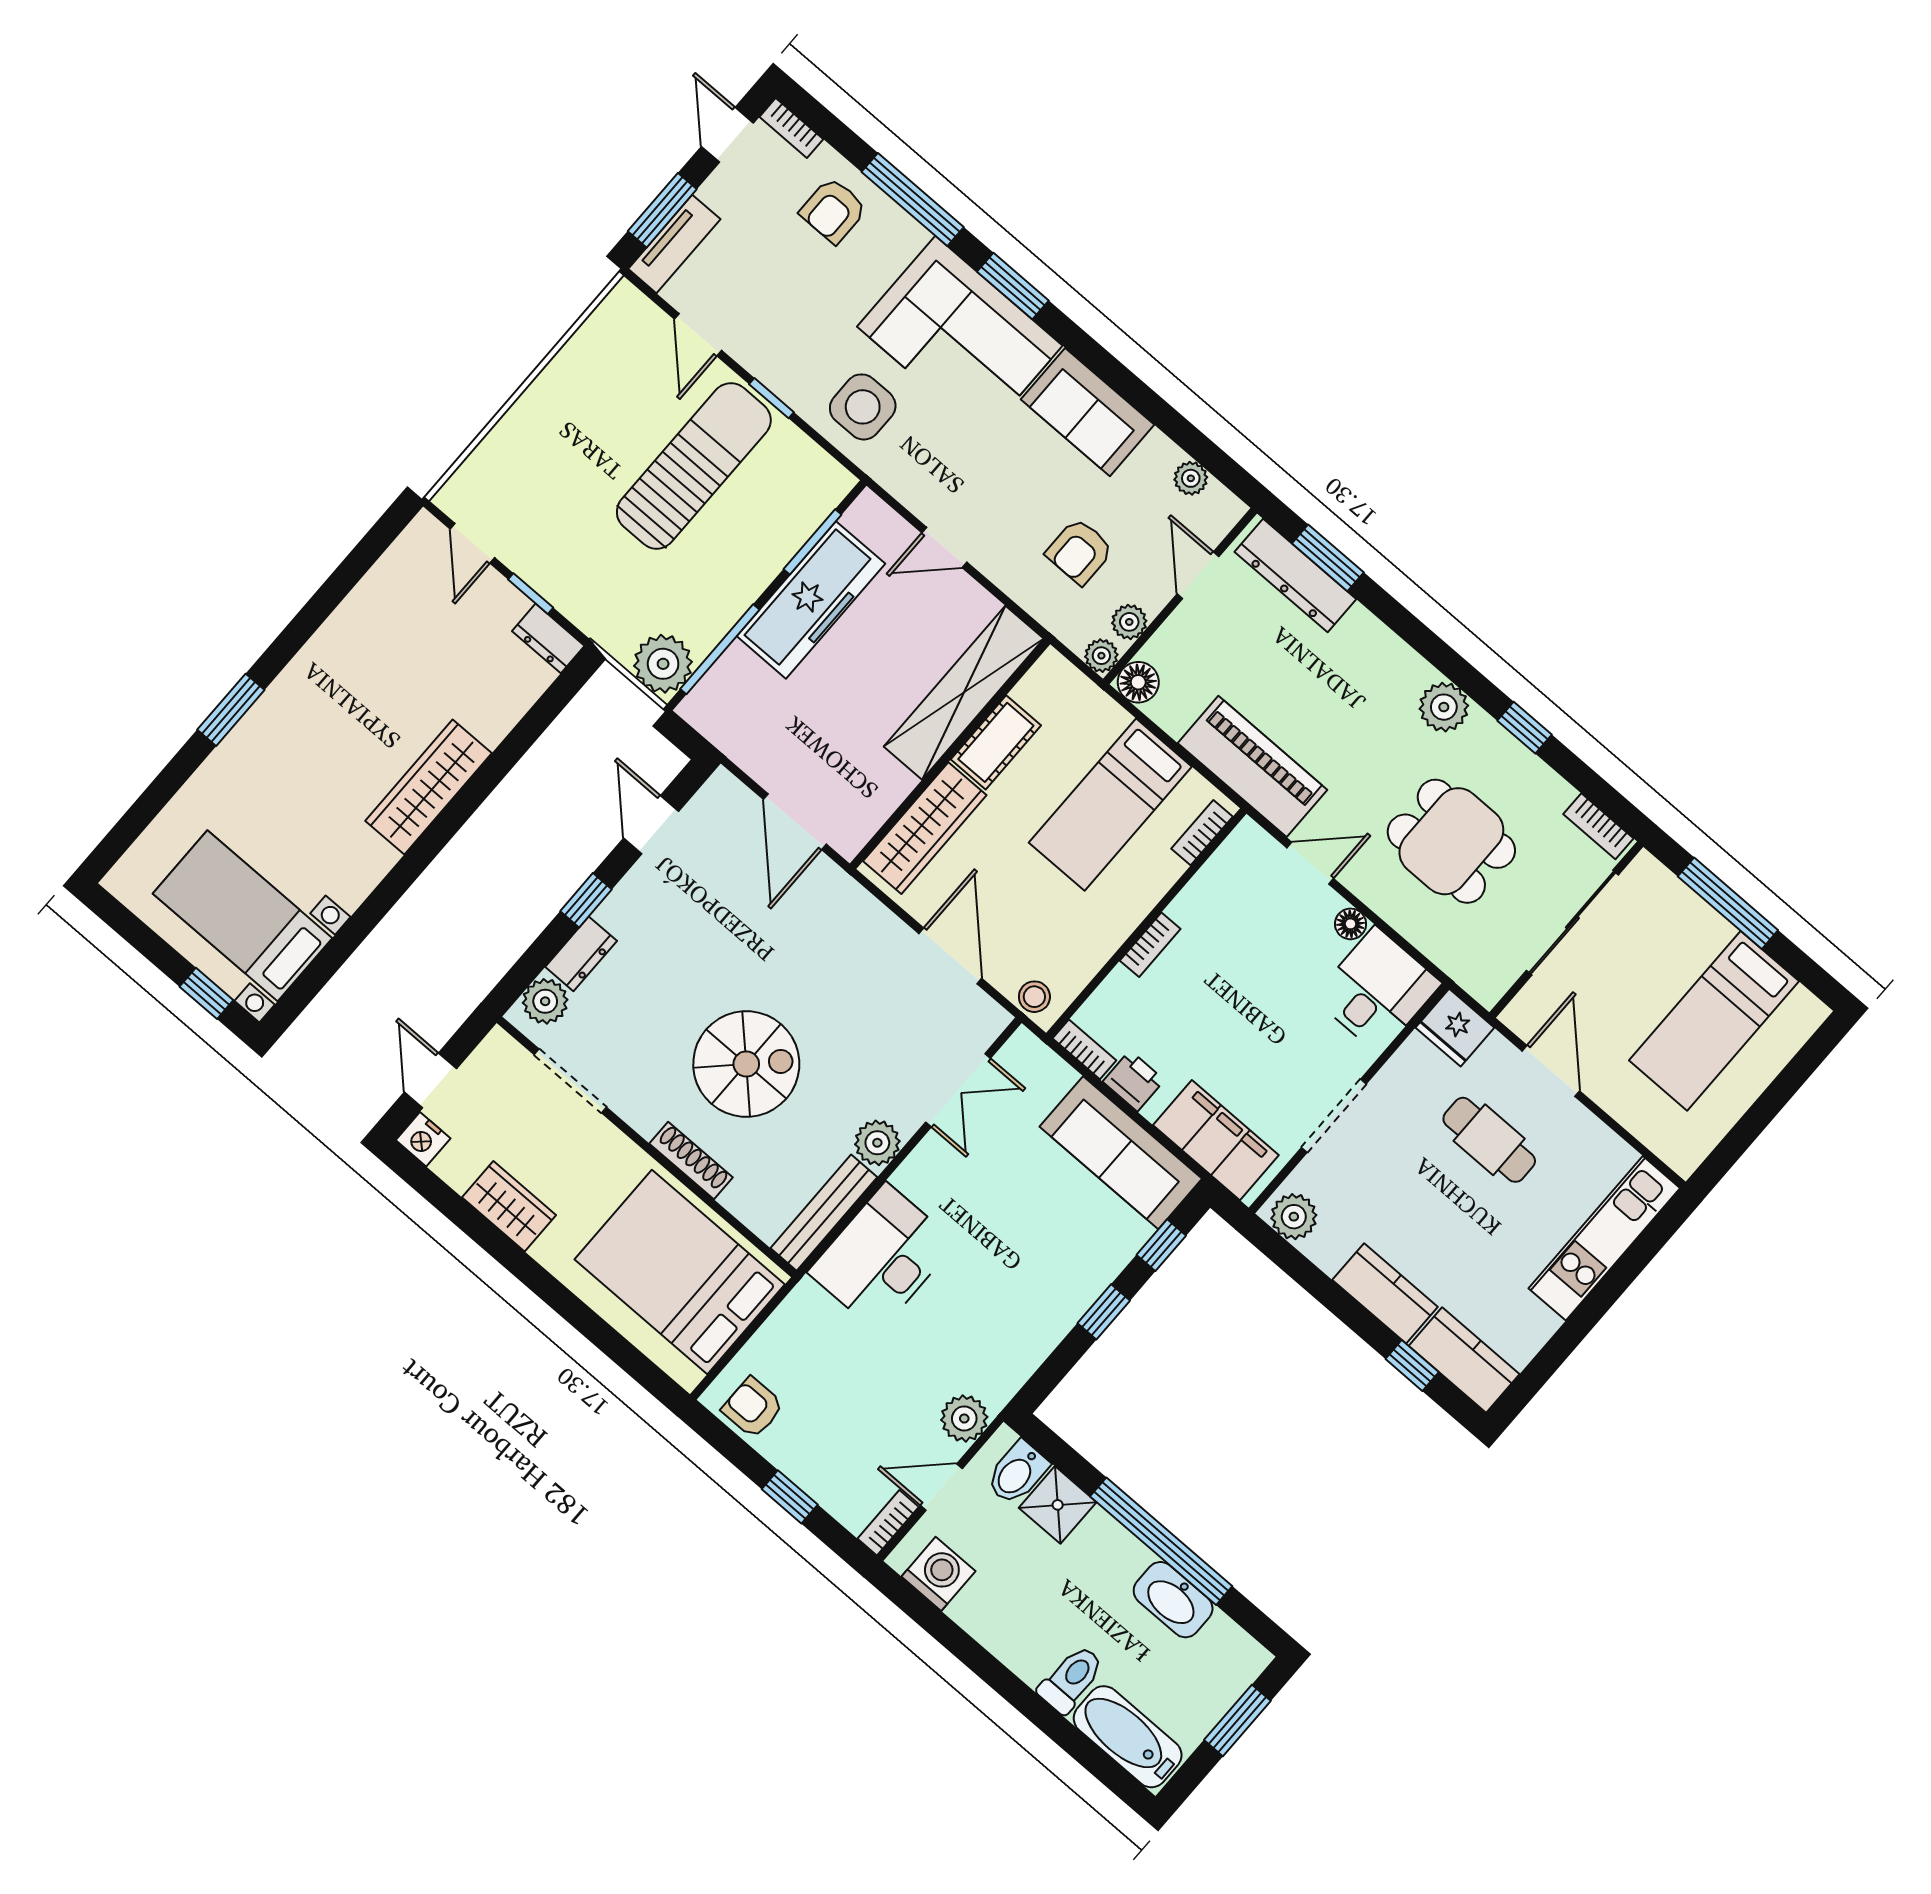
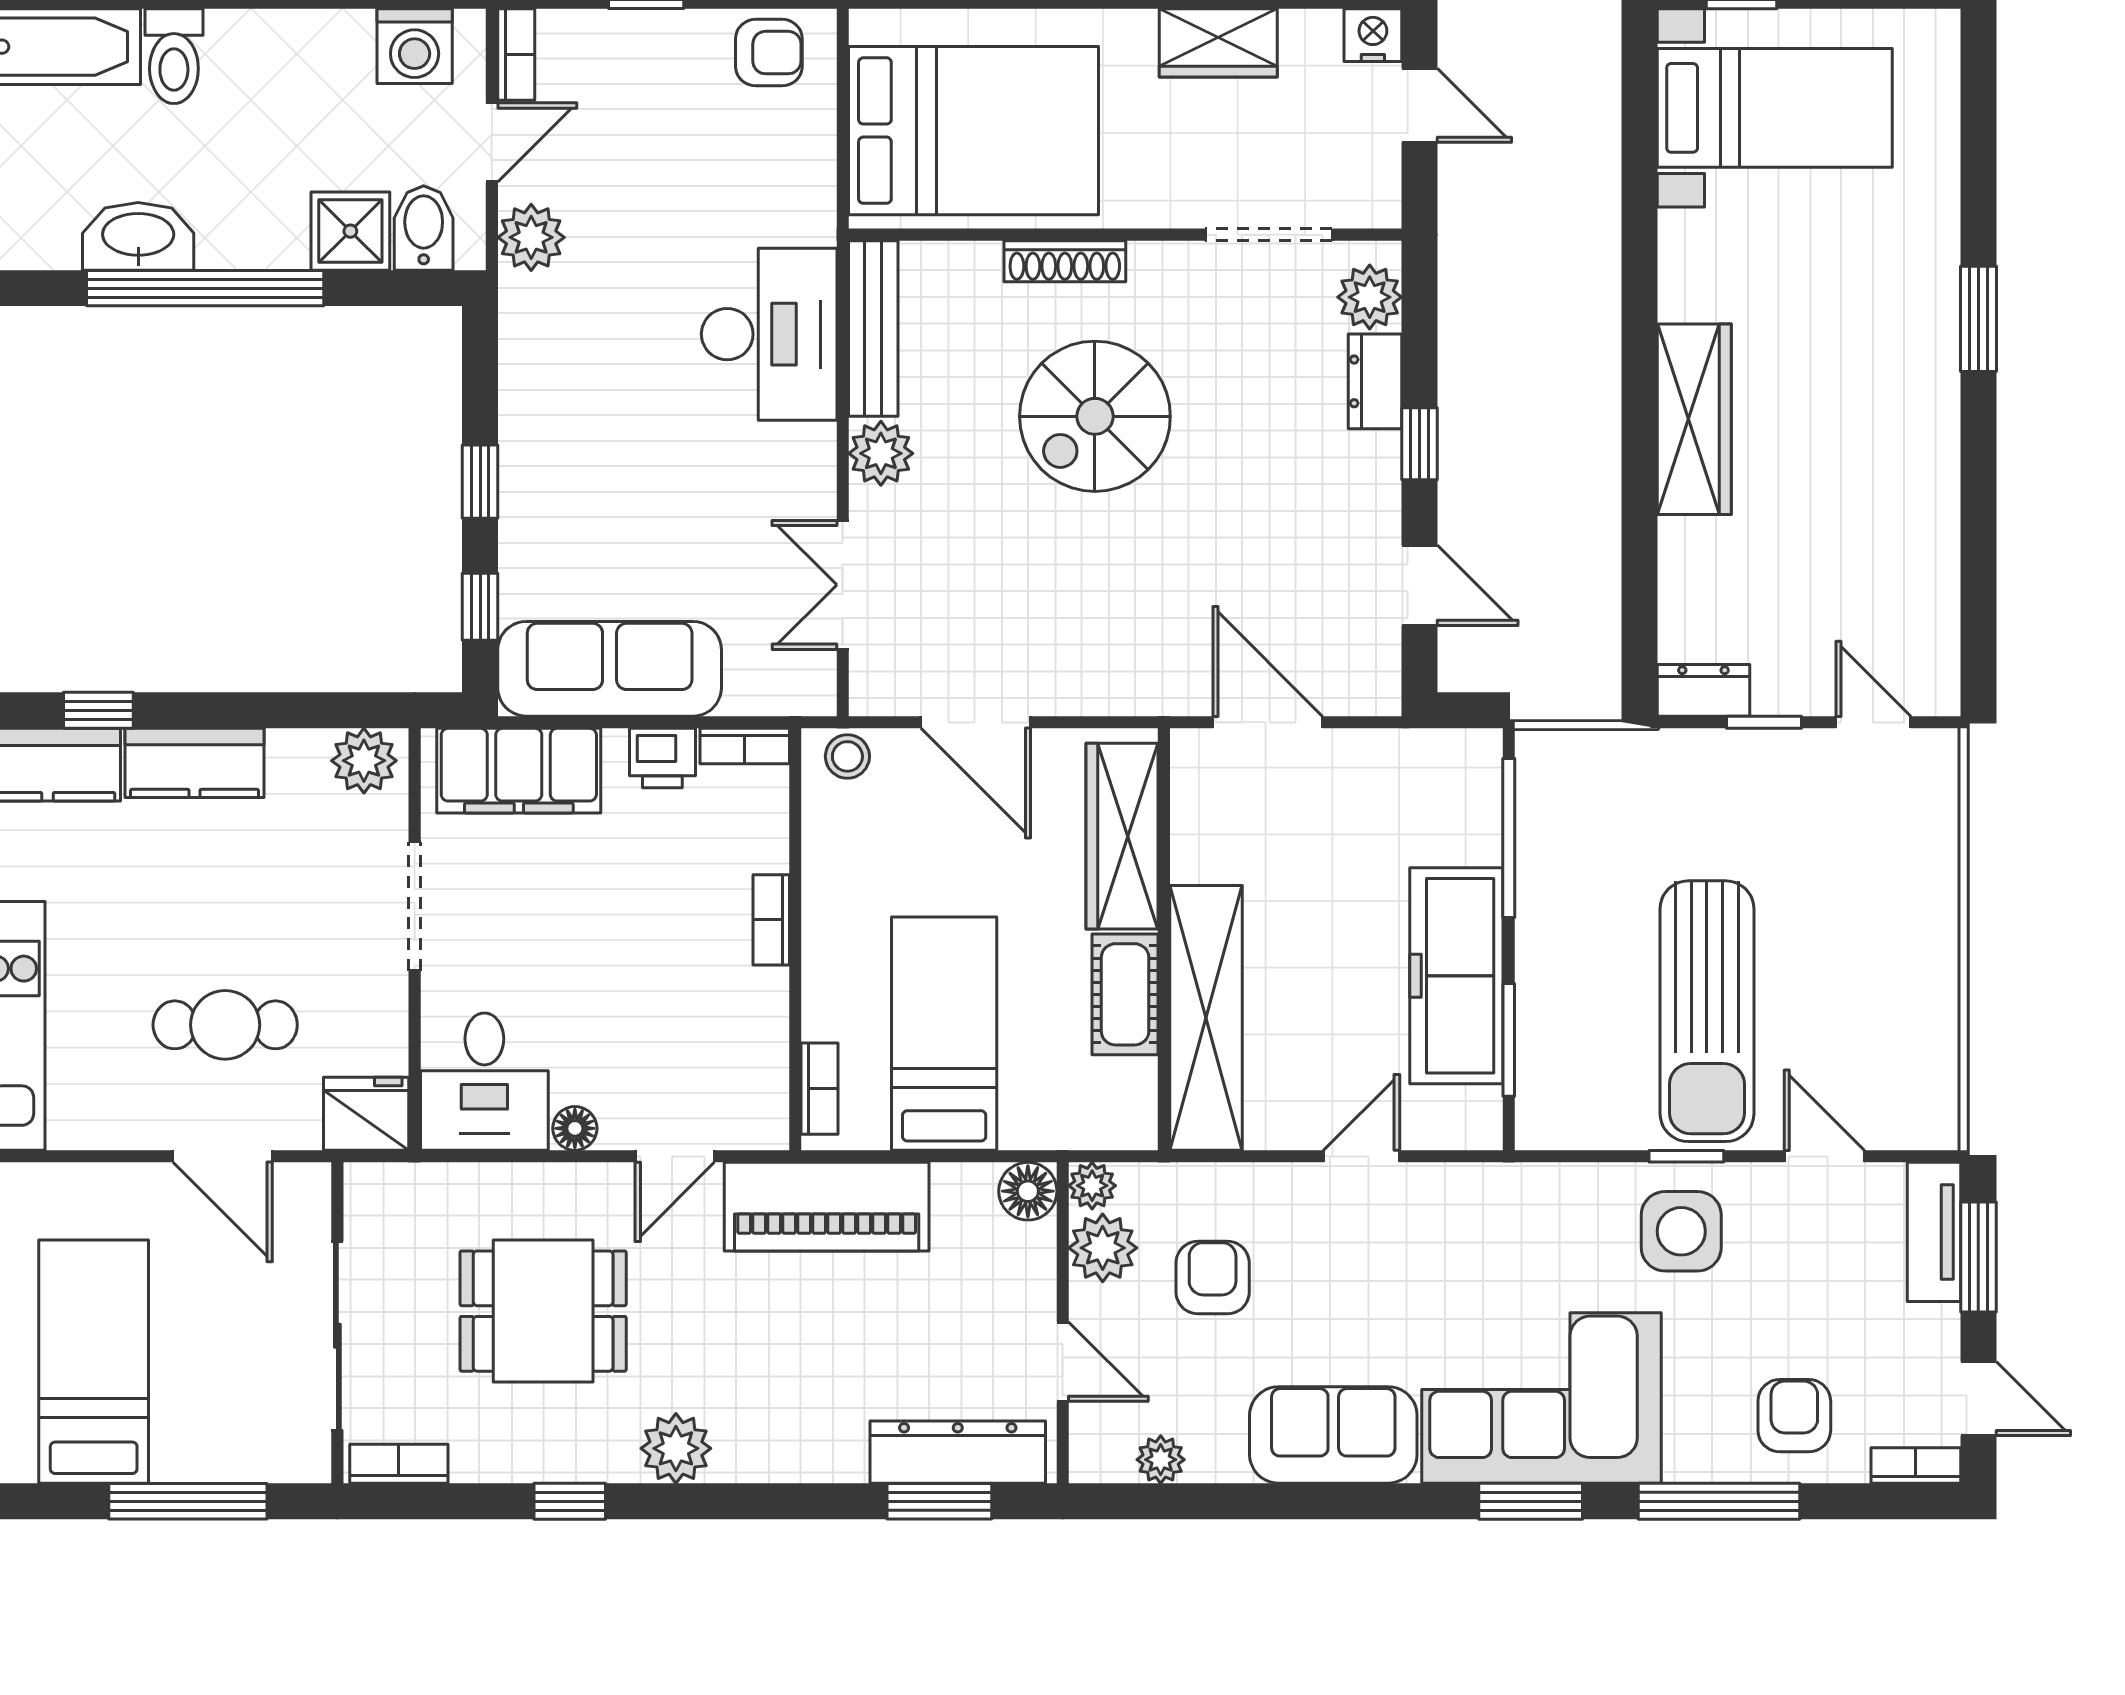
side table: (863, 407) -> (1681, 1231), moved
plant: (1129, 622) -> (1103, 1248), width x1.38, depth x1.38
plant: (663, 664) -> (1556, 770), removed

